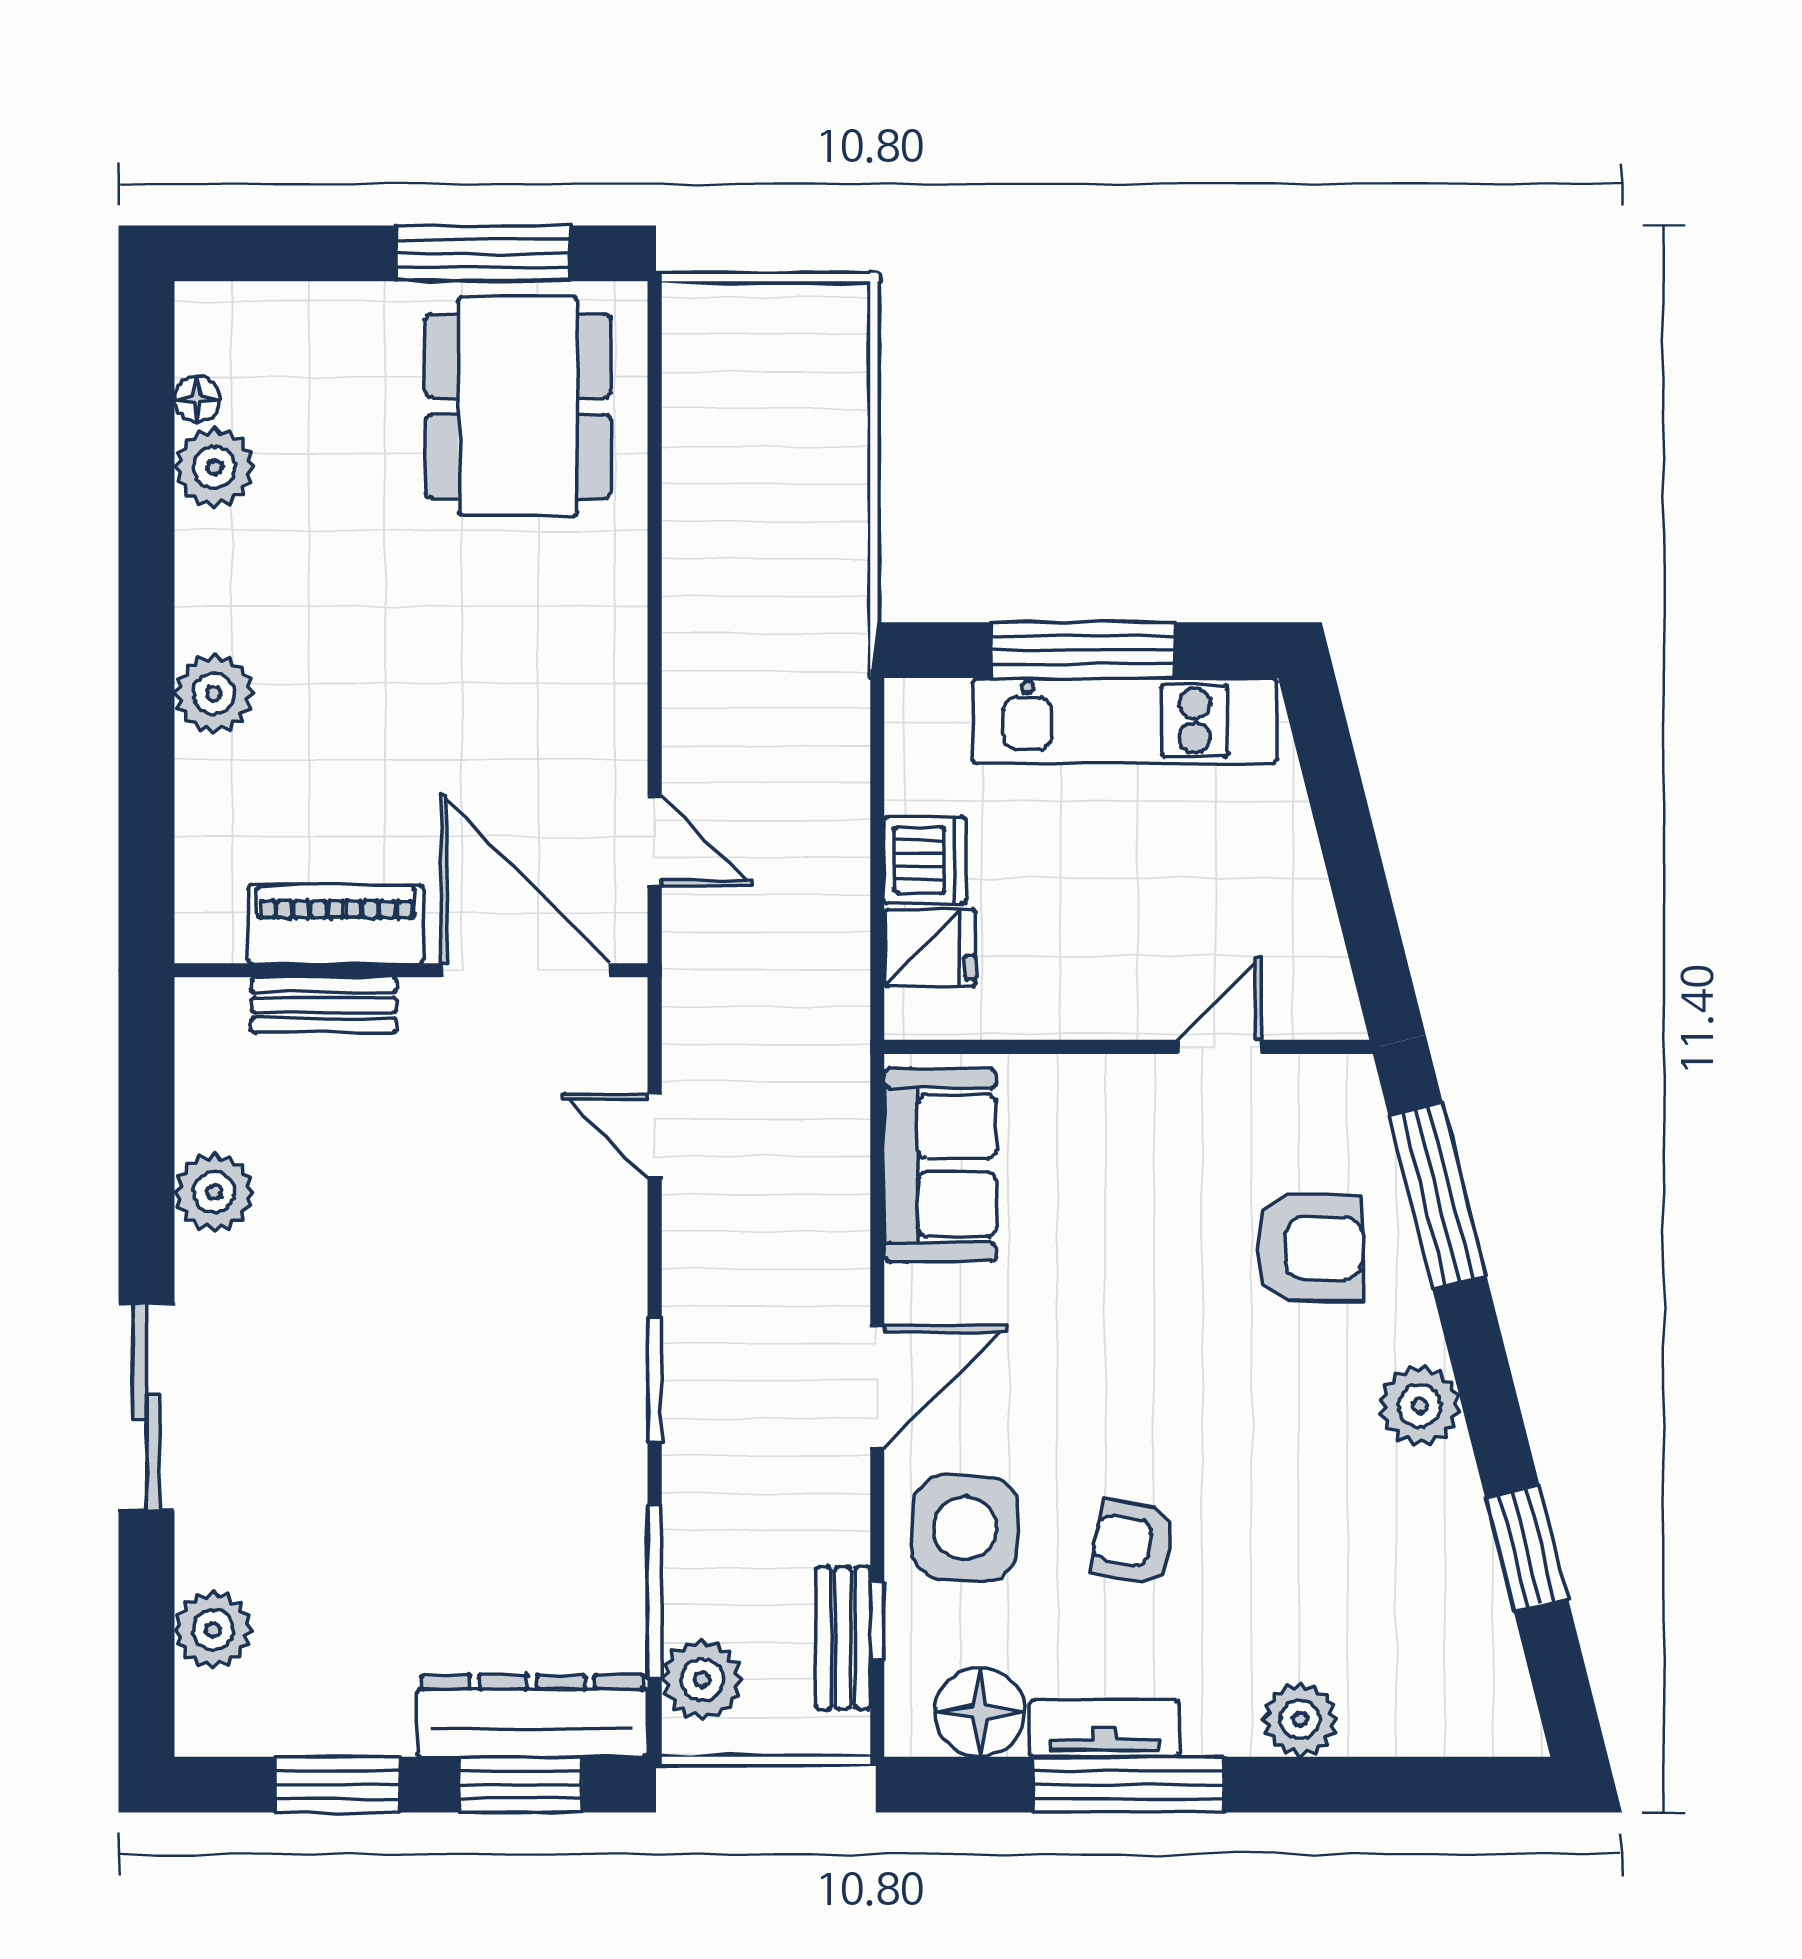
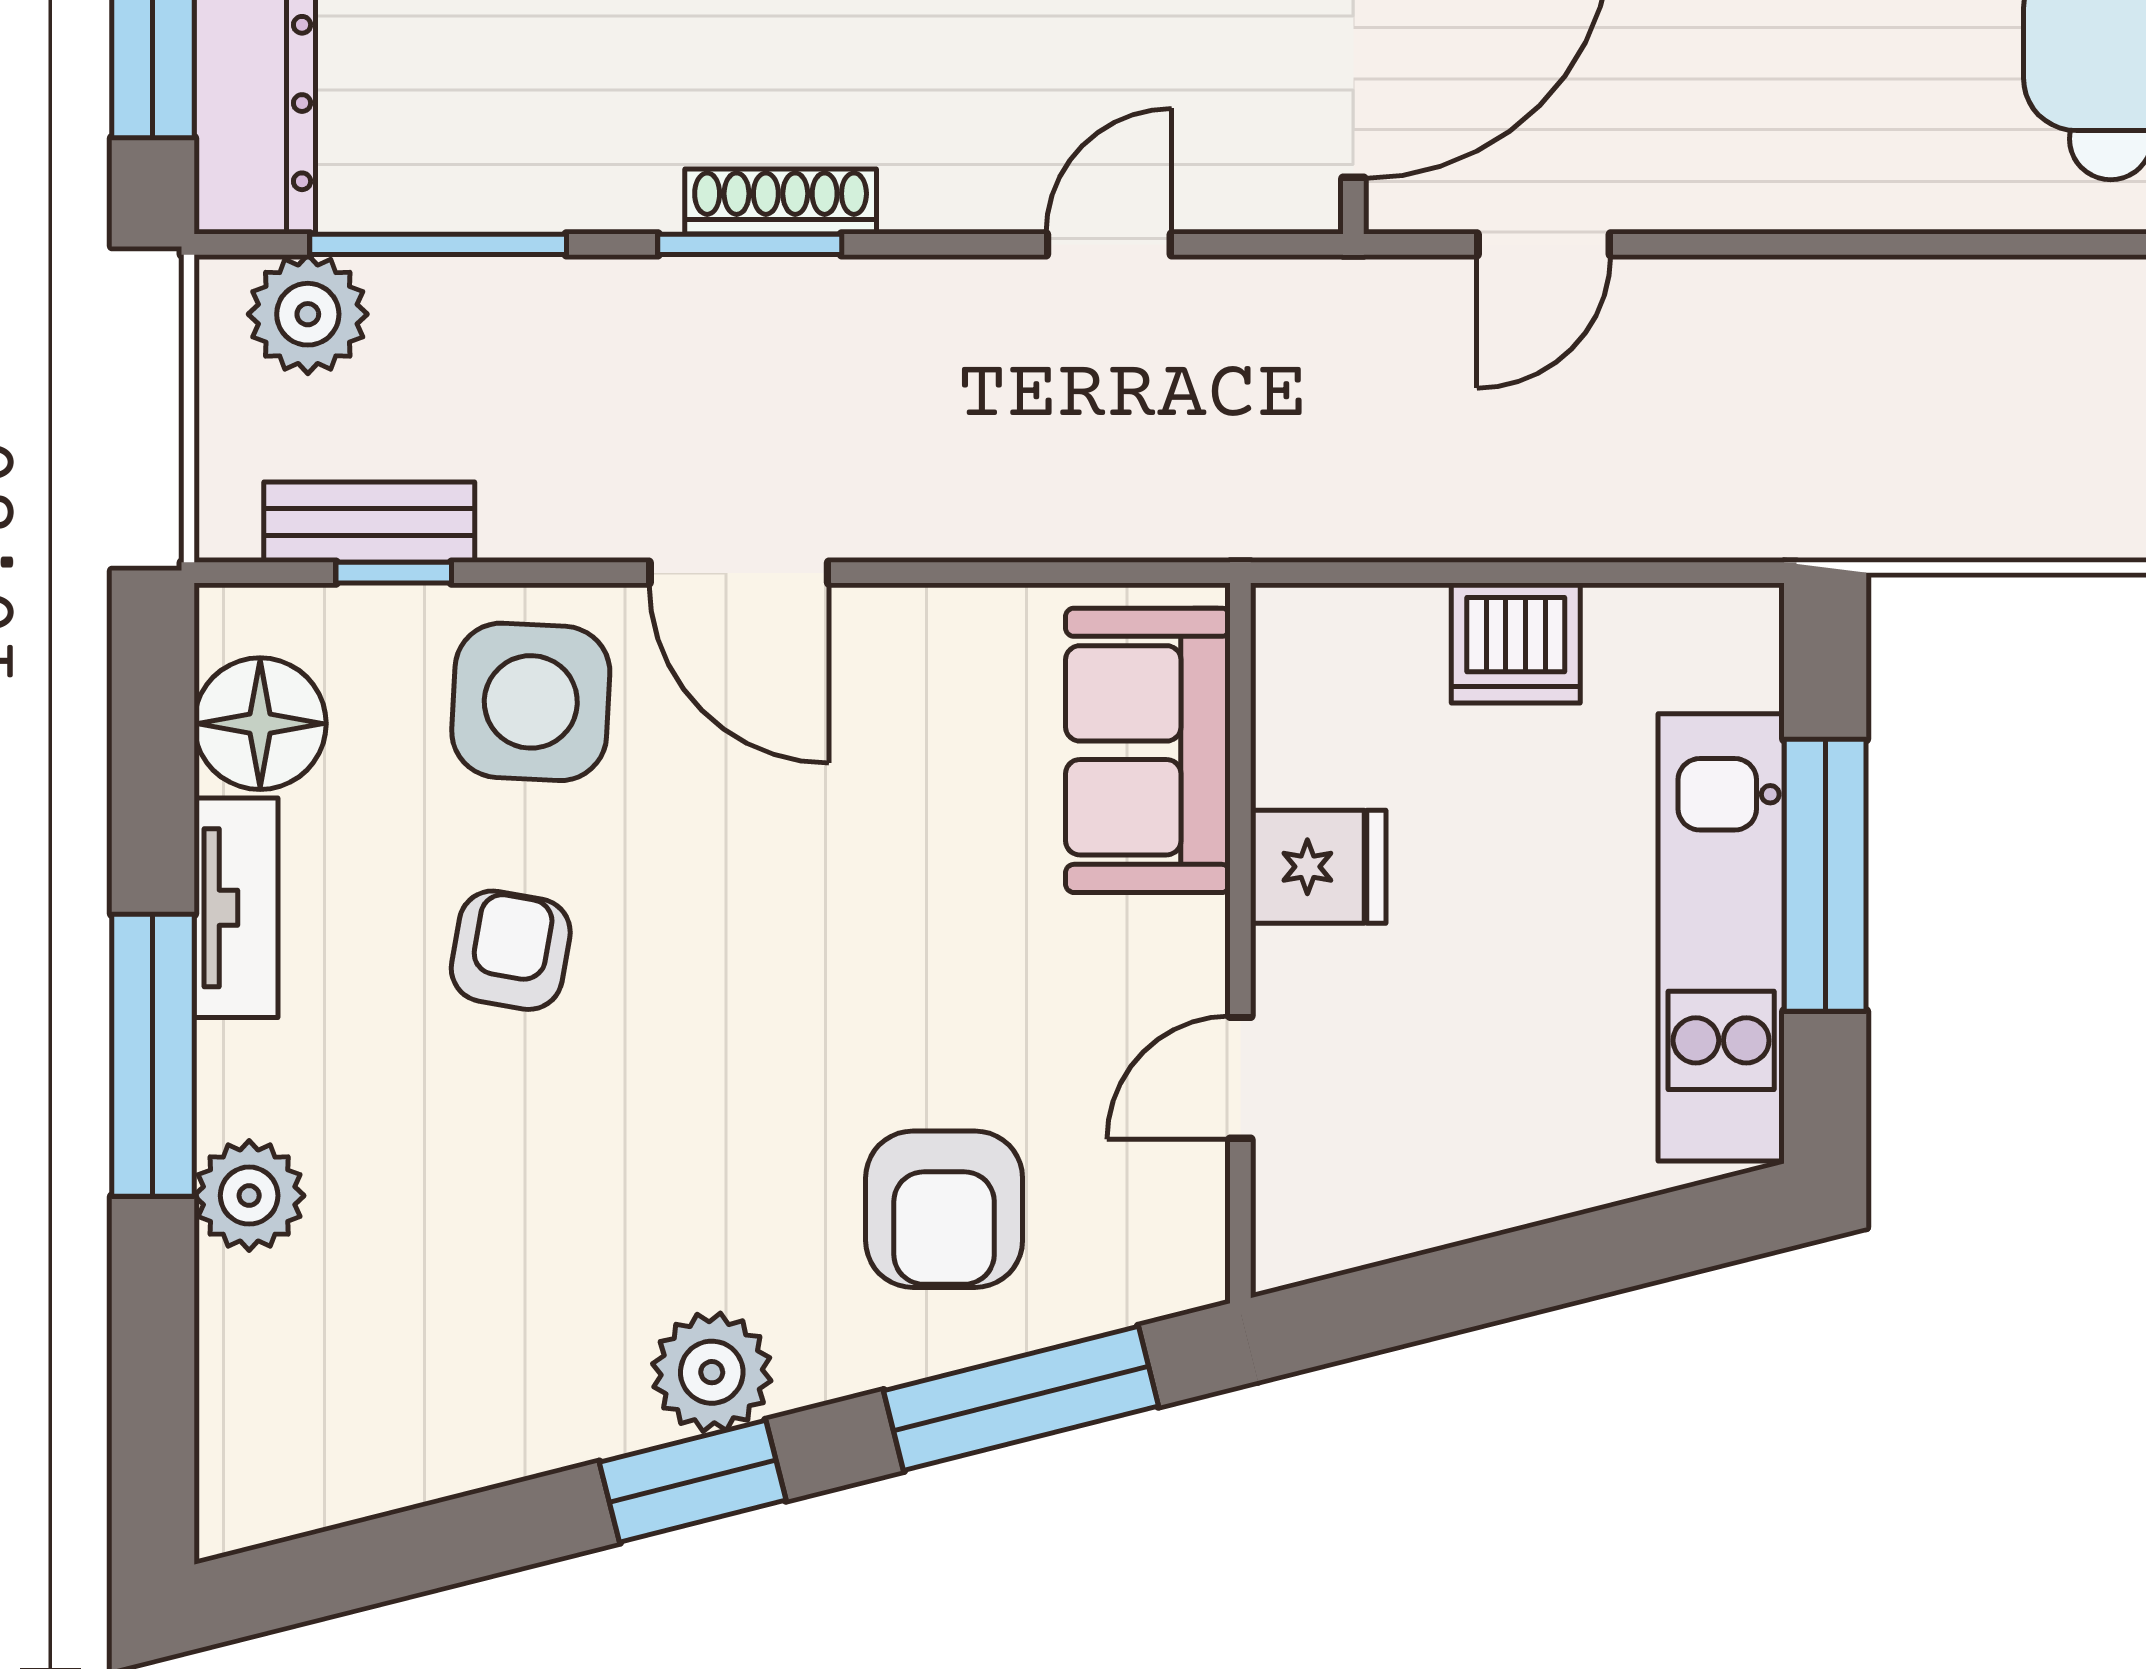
fridge: (930, 948) -> (1318, 867), moved, turned -90
door: (1220, 1047) -> (1240, 1078), swing flipped
sofa: (940, 1165) -> (1148, 750), moved, turned 90
shoe rack: (625, 1359) -> (781, 201), added
window: (1527, 1548) -> (693, 1481), moved
window: (1129, 1785) -> (153, 1055), moved

